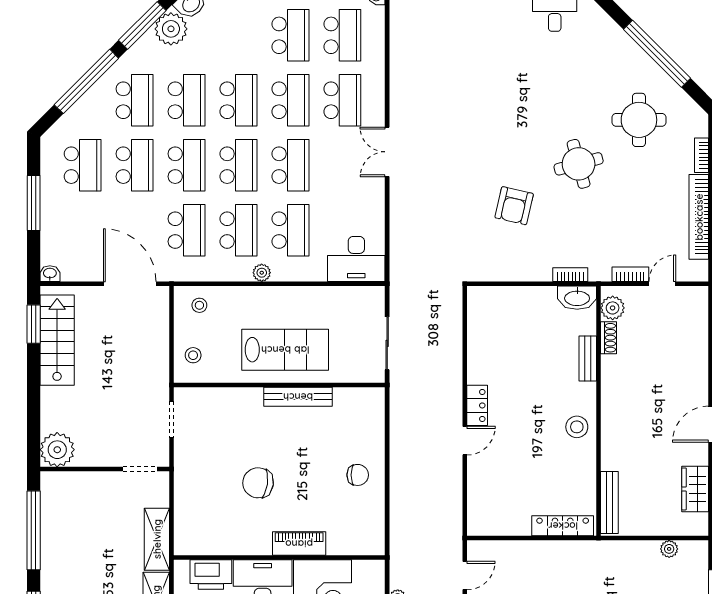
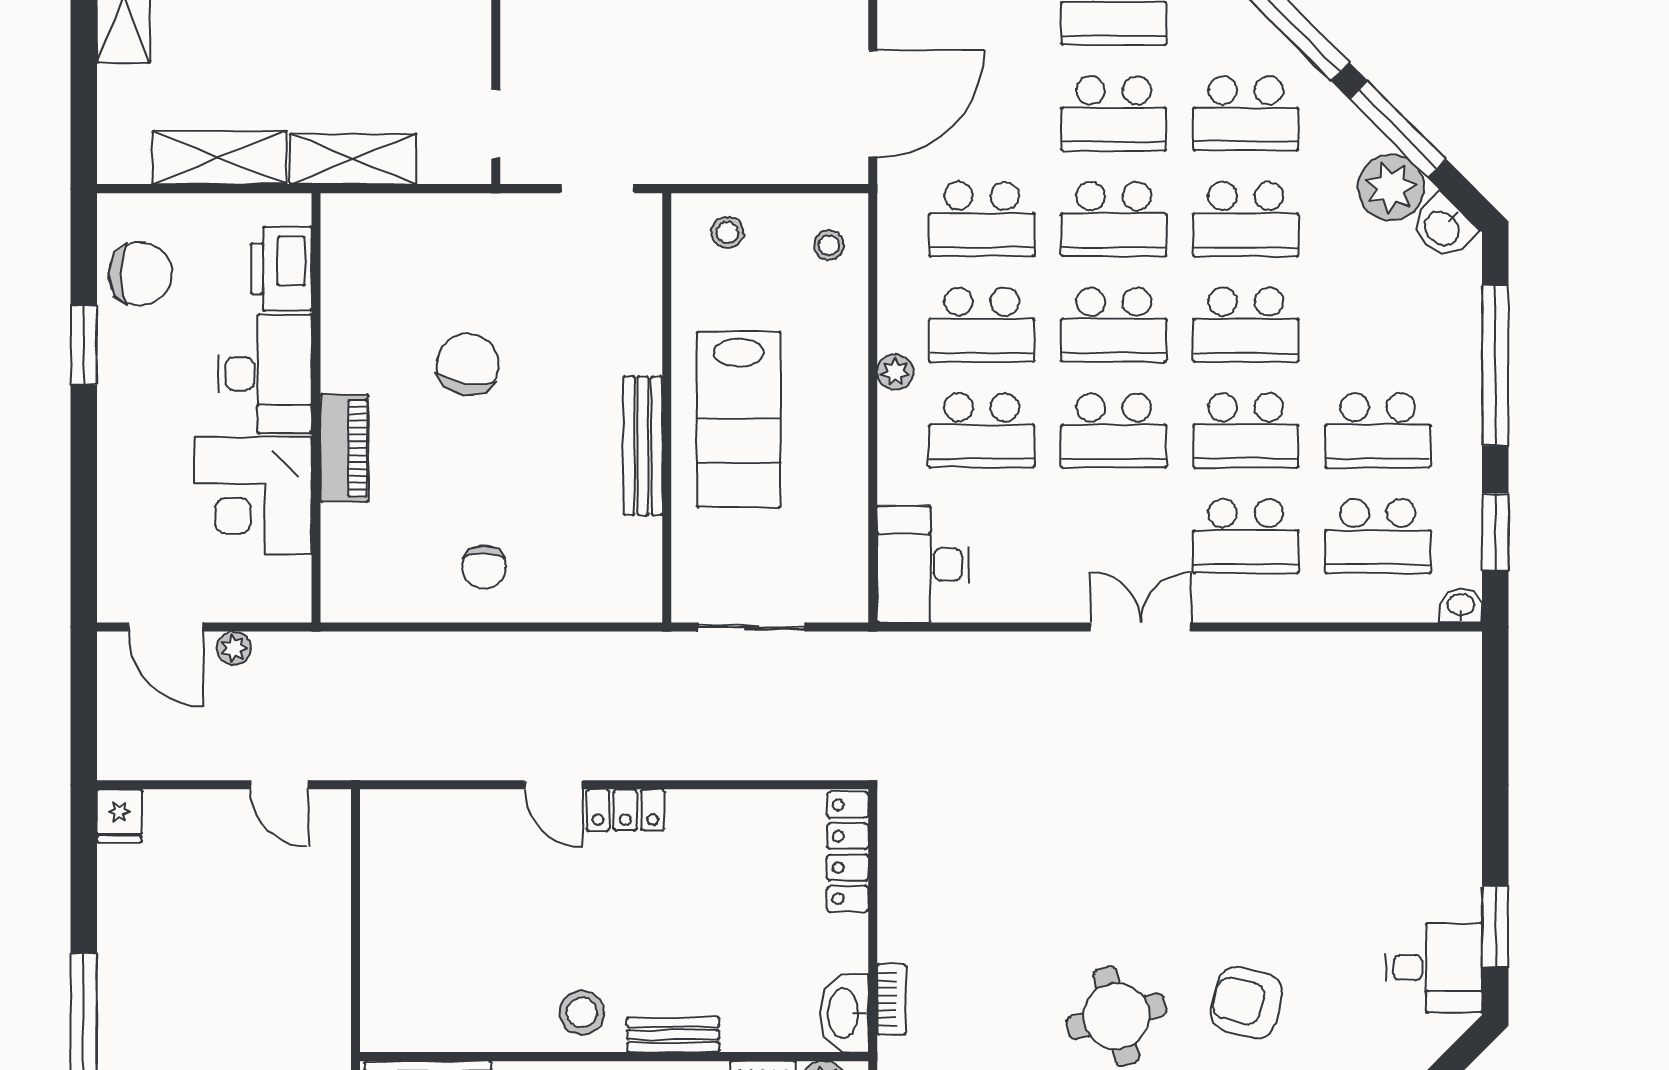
armchair: (514, 206) -> (1246, 1003), moved
bench: (588, 358) -> (673, 1035), moved
locker: (563, 526) -> (848, 852), moved, turned 180

